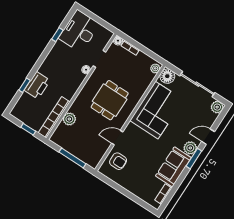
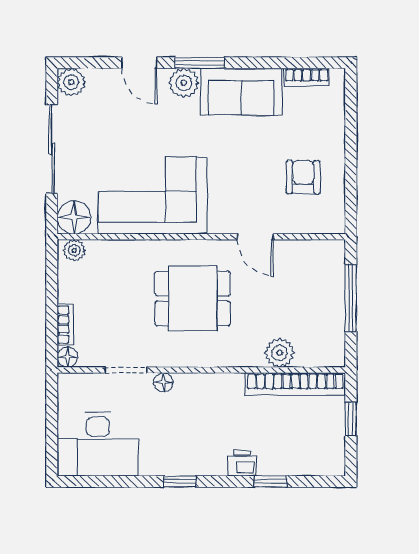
window: (57, 35) -> (180, 481), moved
printer: (37, 85) -> (243, 463), width x0.53, depth x0.68
armchair: (118, 161) -> (303, 177), moved

